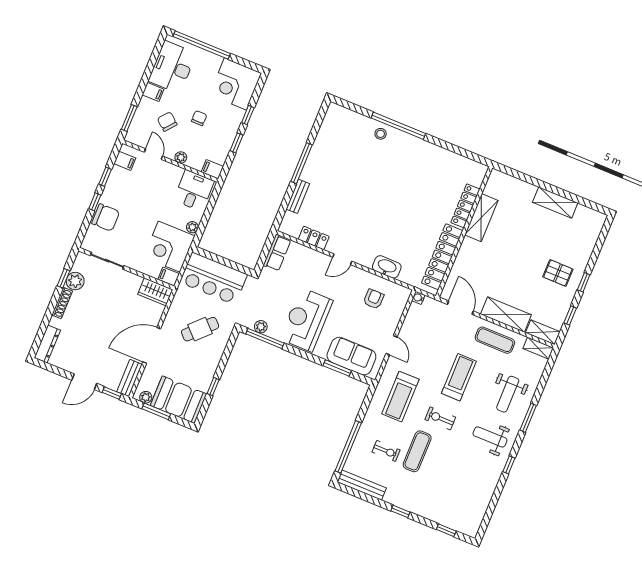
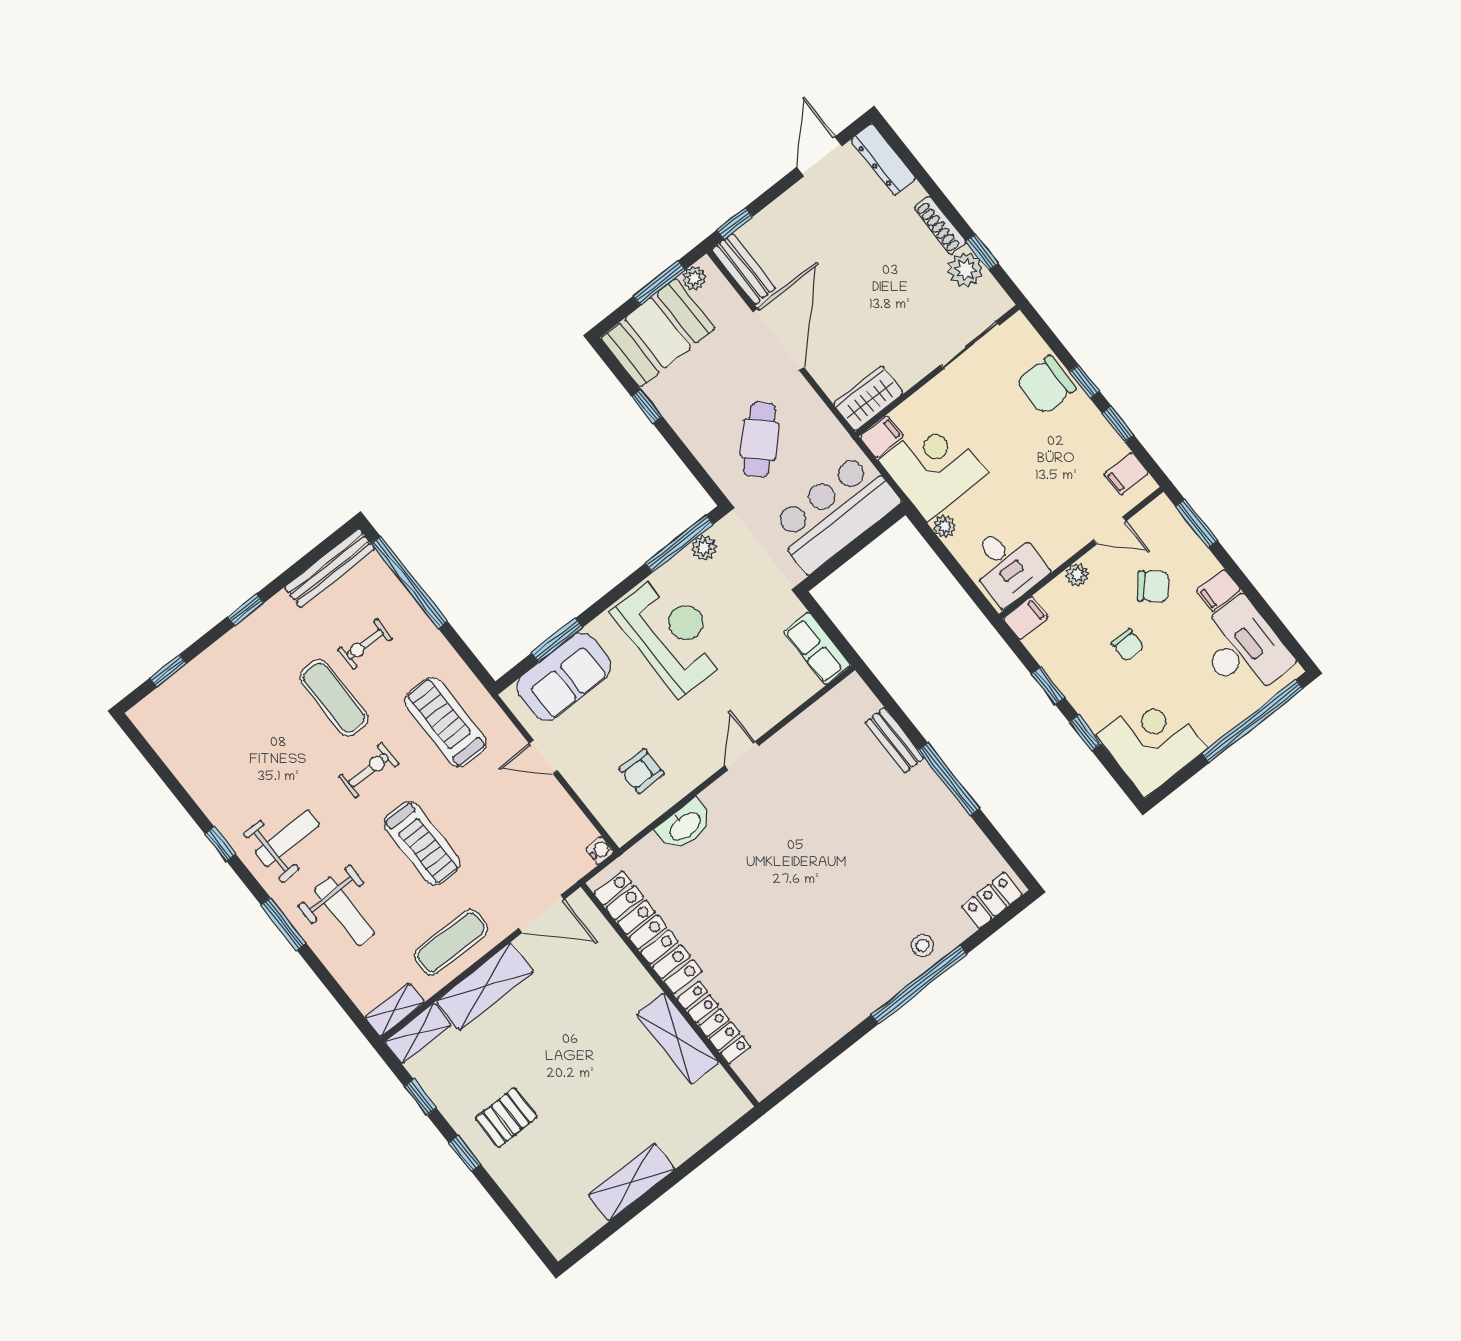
locker: (314, 238) -> (992, 900), moved, turned 180
armchair: (374, 299) -> (642, 771), turned 90
door: (84, 382) -> (819, 156), moved
weight bench: (508, 394) -> (345, 911), turned 180

